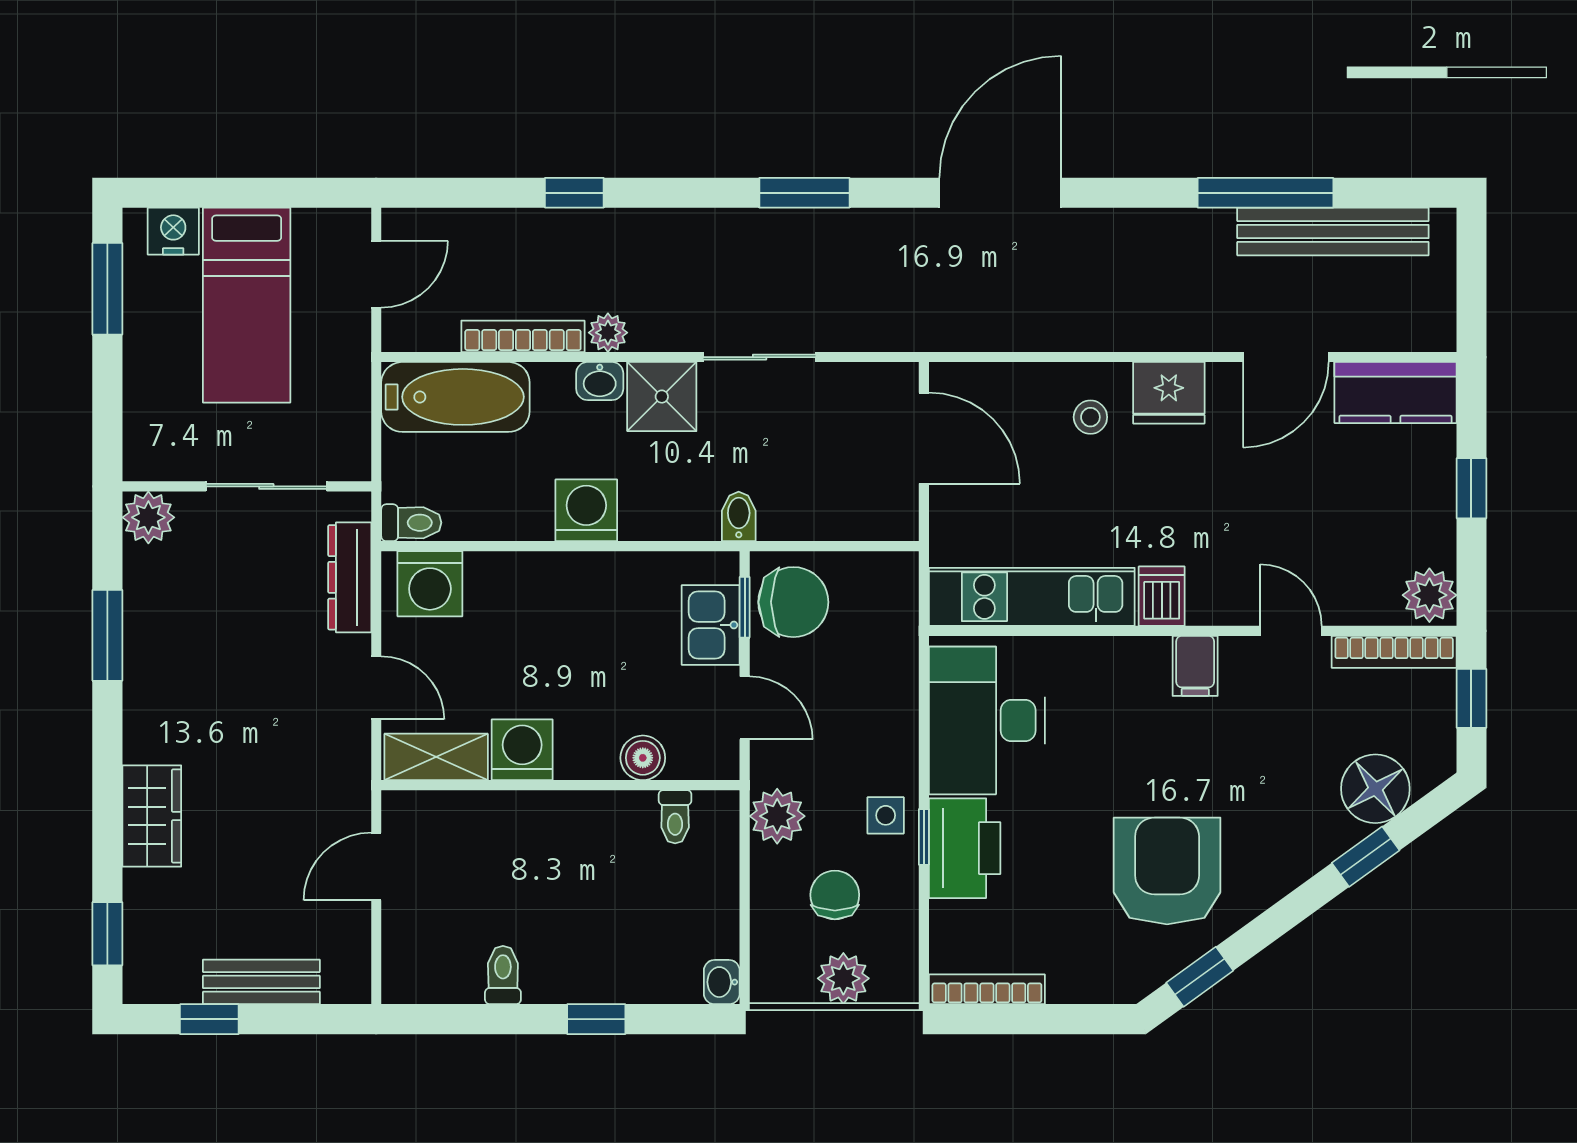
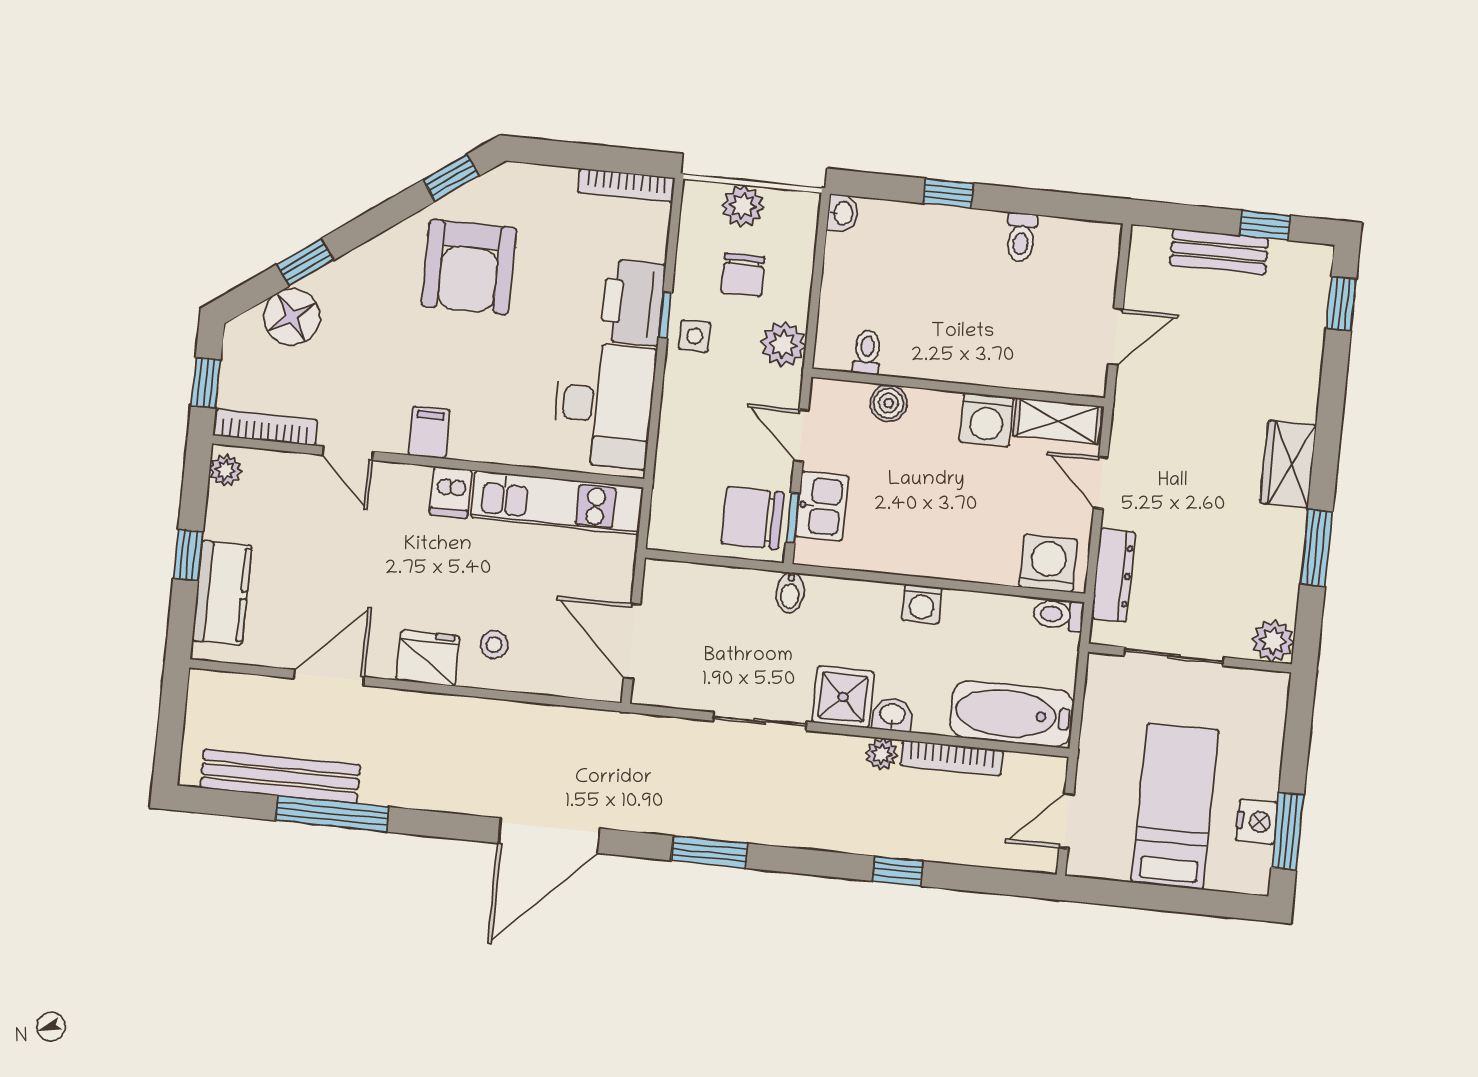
nightstand: (173, 231) -> (1257, 821), moved, turned -90
kitchen counter: (1395, 393) -> (222, 593), moved, turned 90
washing machine: (586, 510) -> (922, 604), width x0.73, depth x0.73
plant: (1429, 595) -> (225, 470), width x0.73, depth x0.73
wardrobe: (152, 816) -> (1288, 464), moved

